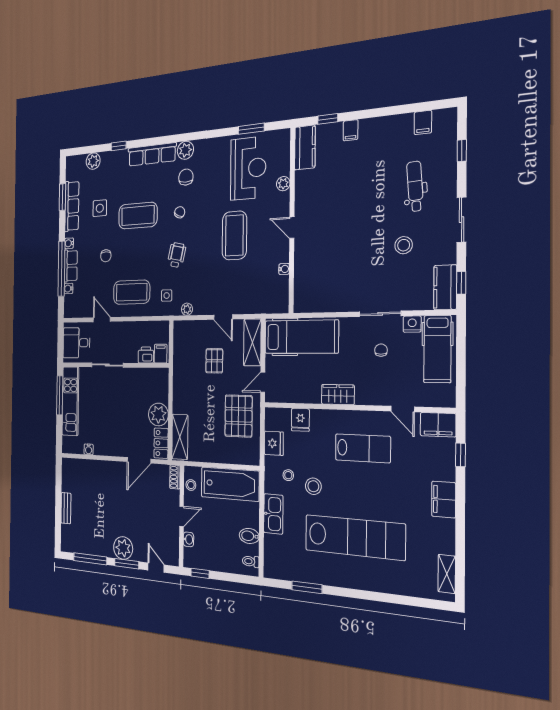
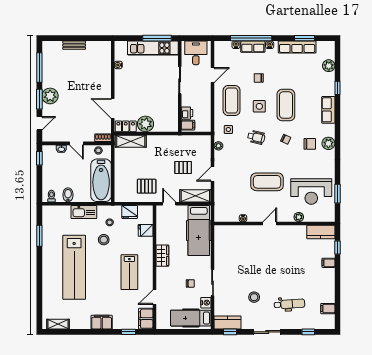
row of seats: (152, 154) -> (328, 110), width x0.68
side table: (100, 208) -> (259, 106), moved
pallet: (238, 416) -> (147, 186), width x0.67, depth x0.71

